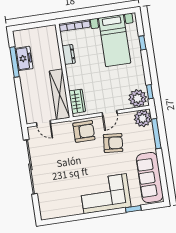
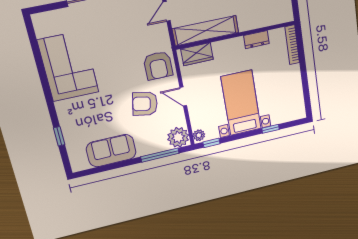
bed with nightstands: (115, 41) -> (241, 103), moved, turned 90
plant: (138, 98) -> (199, 135), width x0.53, depth x0.53
armchair: (113, 143) -> (145, 104), turned 96
sofa: (150, 178) -> (111, 151), width x0.73
corner sofa: (105, 194) -> (68, 66), moved

